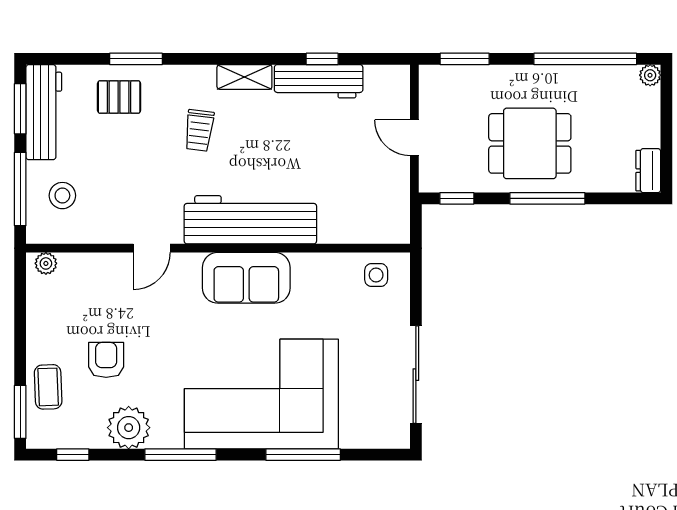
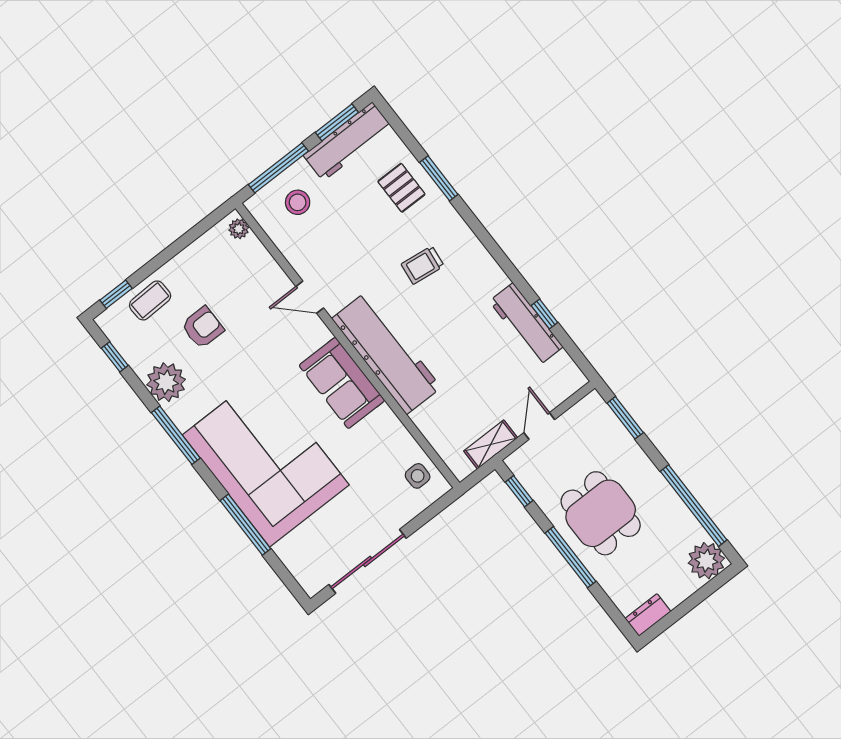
plant: (650, 75) -> (706, 561), width x1.87, depth x1.87
shelving: (244, 77) -> (491, 444), moved, turned 90
window: (20, 412) -> (116, 294), width x0.67

